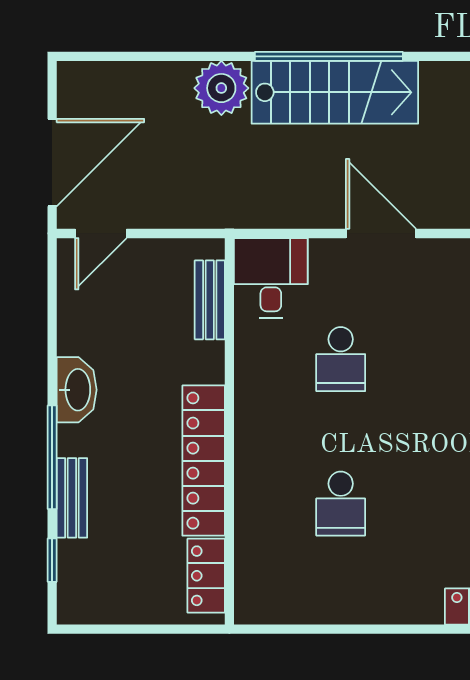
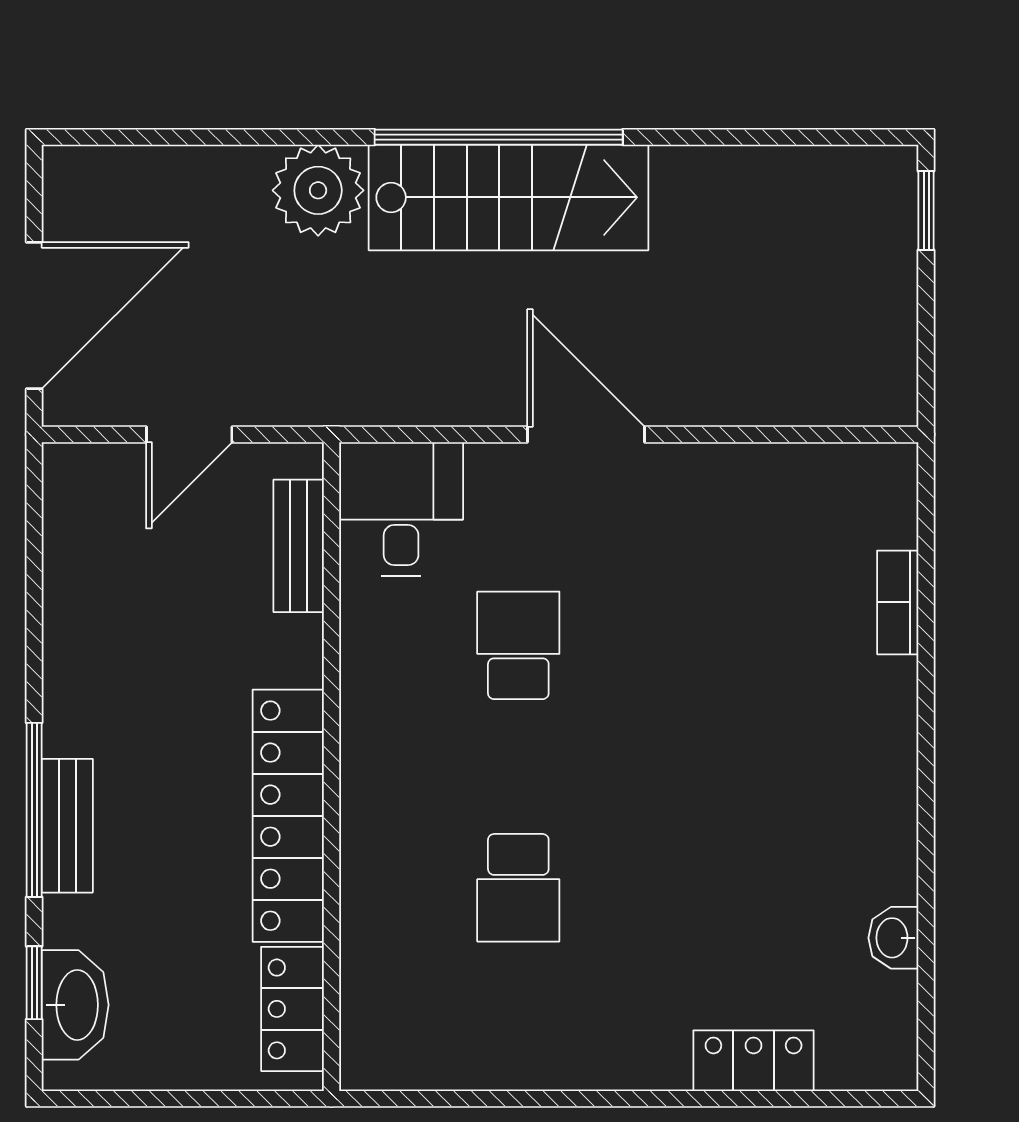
door: (101, 233) -> (189, 434), moved
school desk: (341, 359) -> (518, 645), turned 180
washbasin: (77, 390) -> (75, 1005), moved
bench: (72, 498) -> (67, 826), moved

